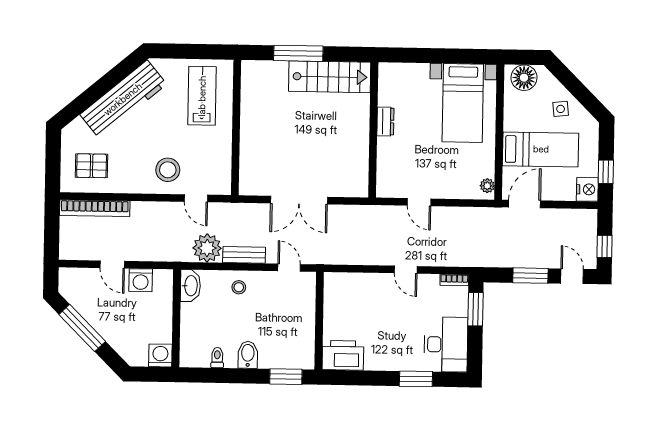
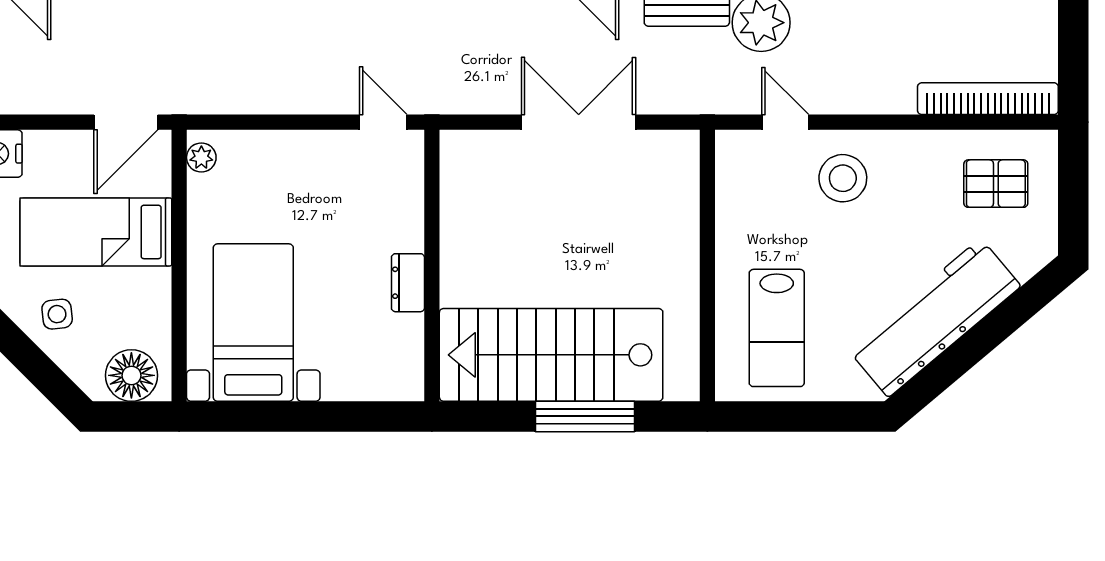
stairs: (330, 77) -> (551, 355), width x1.36, depth x1.51
door: (419, 202) -> (383, 122), moved

